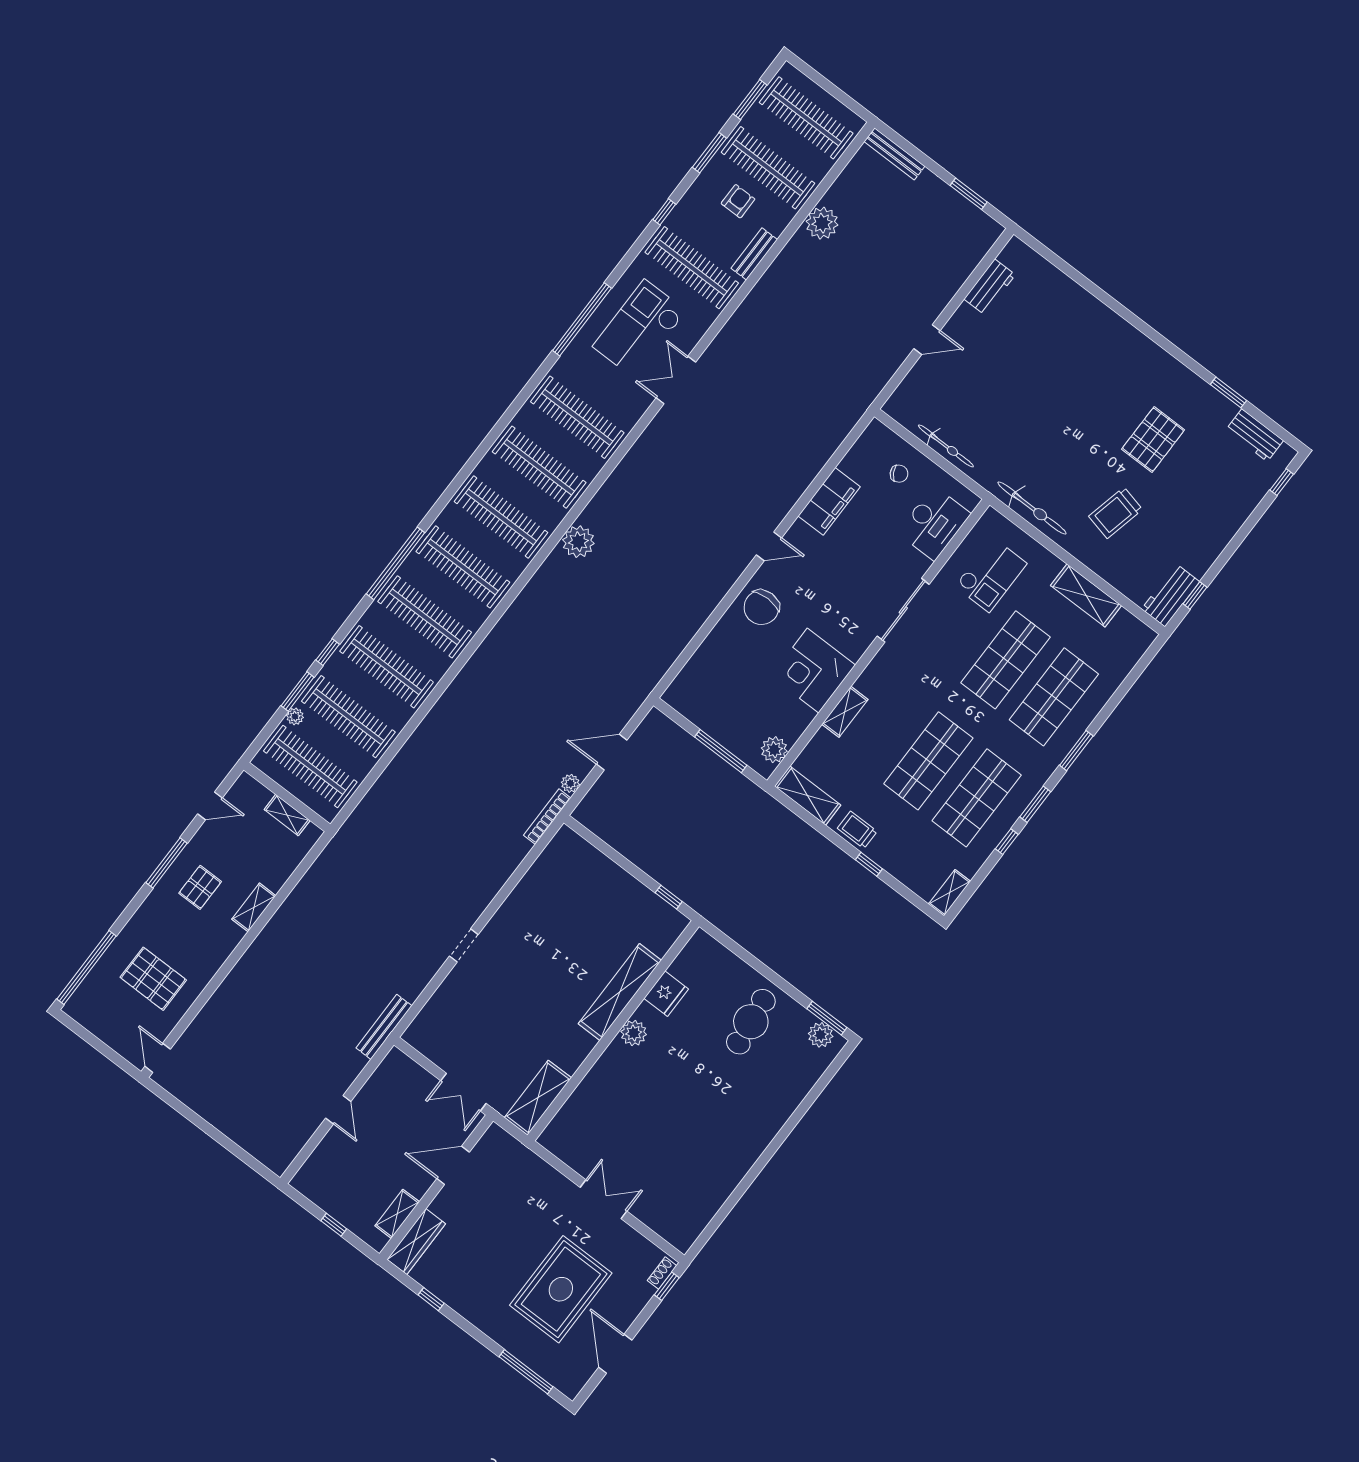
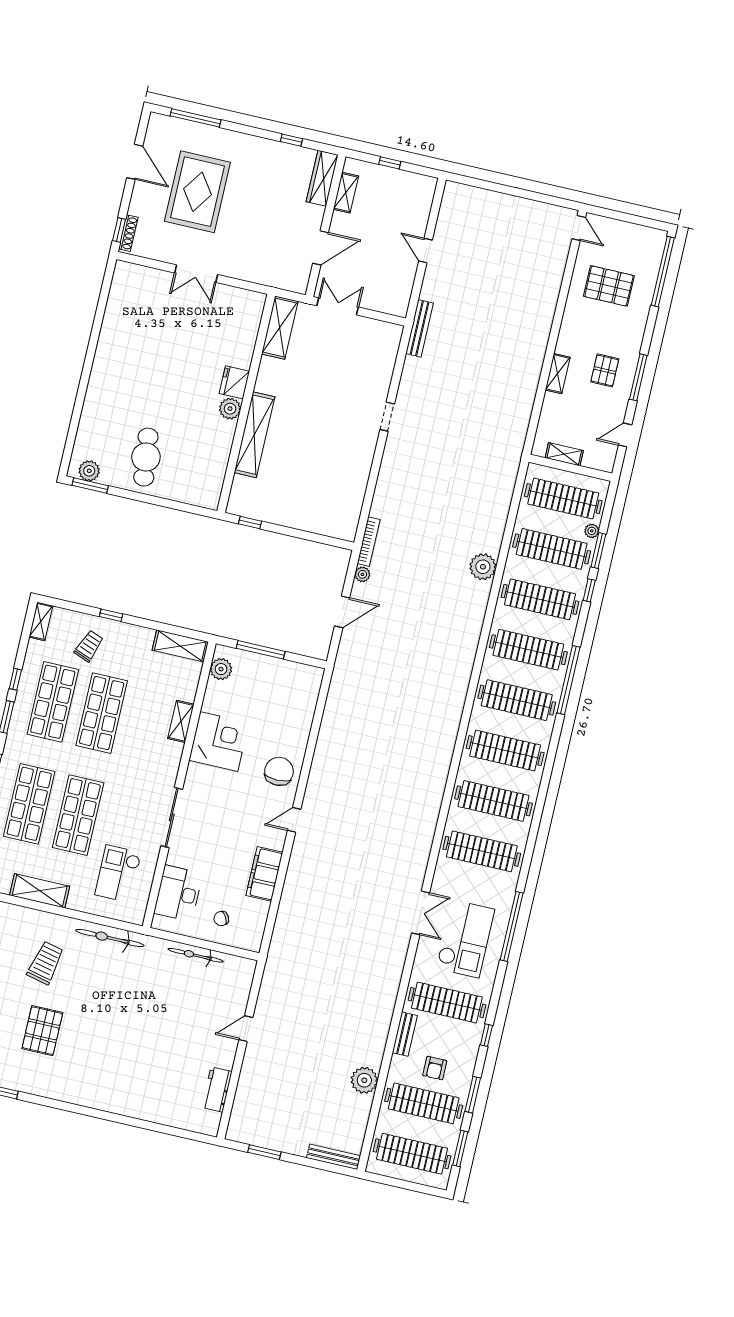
plant: (578, 542) -> (483, 567), moved
trolley: (857, 830) -> (89, 646), moved, turned -69
fridge: (666, 994) -> (234, 382), moved
shoe rack: (662, 1273) -> (128, 233), width x1.43

